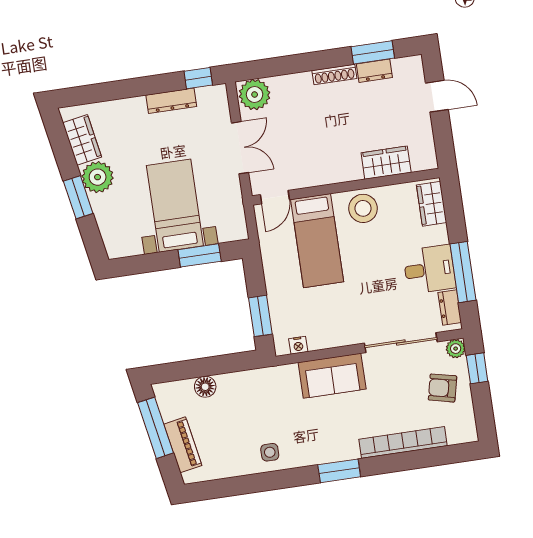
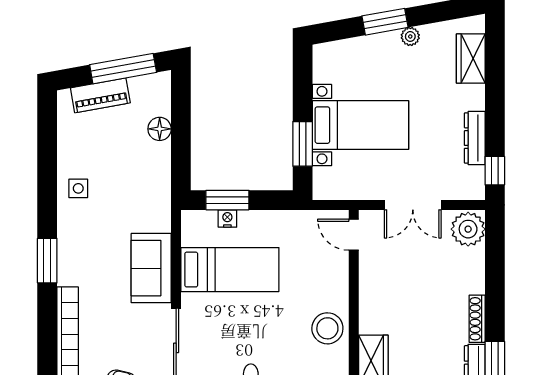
wardrobe: (82, 140) -> (471, 59), moved, turned 100
plant: (98, 177) -> (410, 36), width x0.53, depth x0.53
bed: (317, 241) -> (230, 270), moved, turned 180
nightstand: (298, 345) -> (227, 219), moved, turned 90

